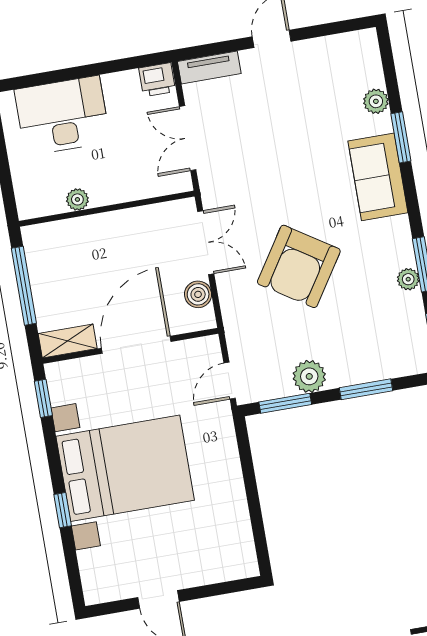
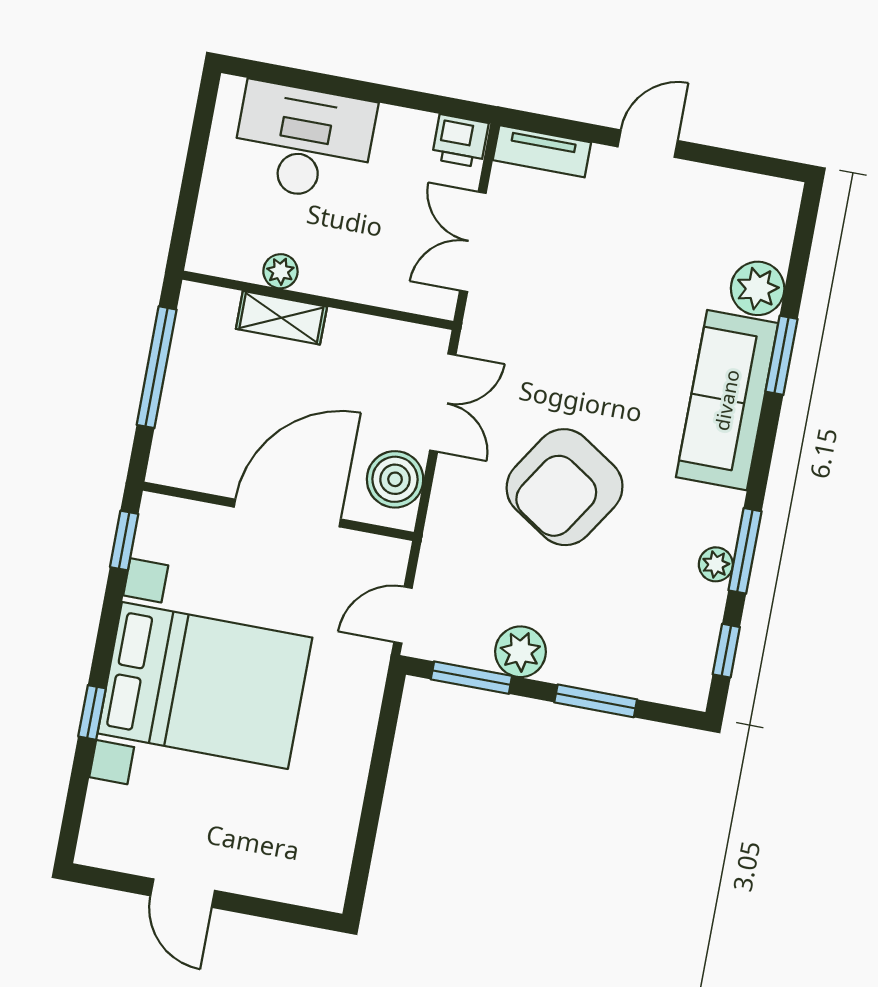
plant: (376, 101) -> (758, 288), width x1.38, depth x1.38
sofa: (378, 177) -> (727, 400), width x1.36
boiler: (198, 294) -> (395, 479), width x1.36, depth x1.36
shelving: (68, 341) -> (281, 318), moved

